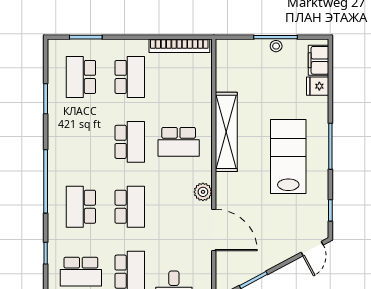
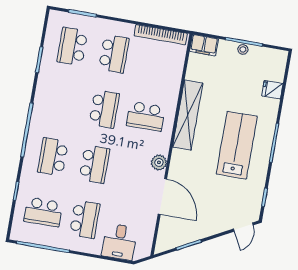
filing cabinet: (319, 60) -> (204, 45), moved, turned -90

